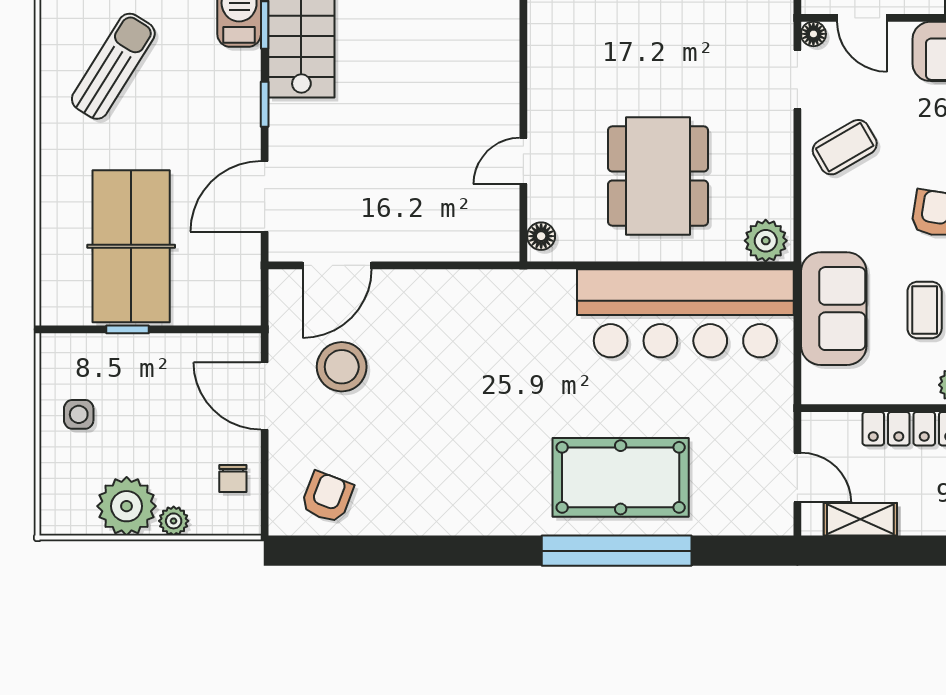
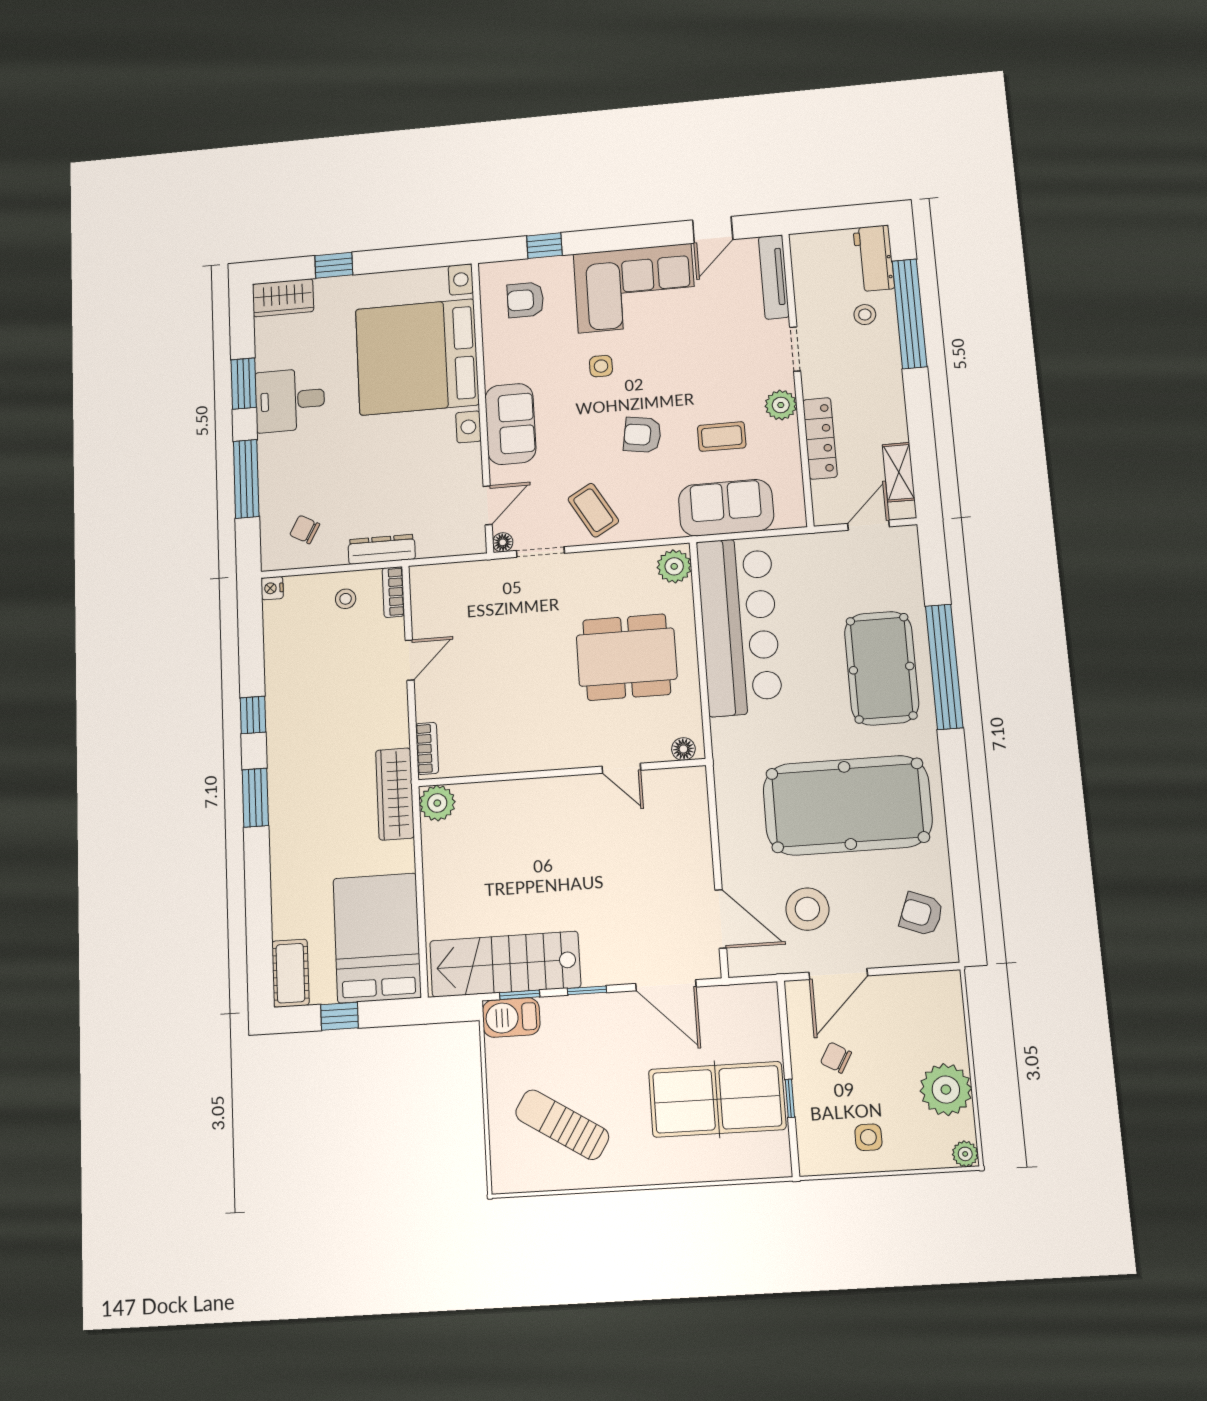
pool table: (460, 423) -> (847, 805), added
chair: (233, 478) -> (836, 1058), moved, turned -150
plant: (174, 521) -> (965, 1154), moved

